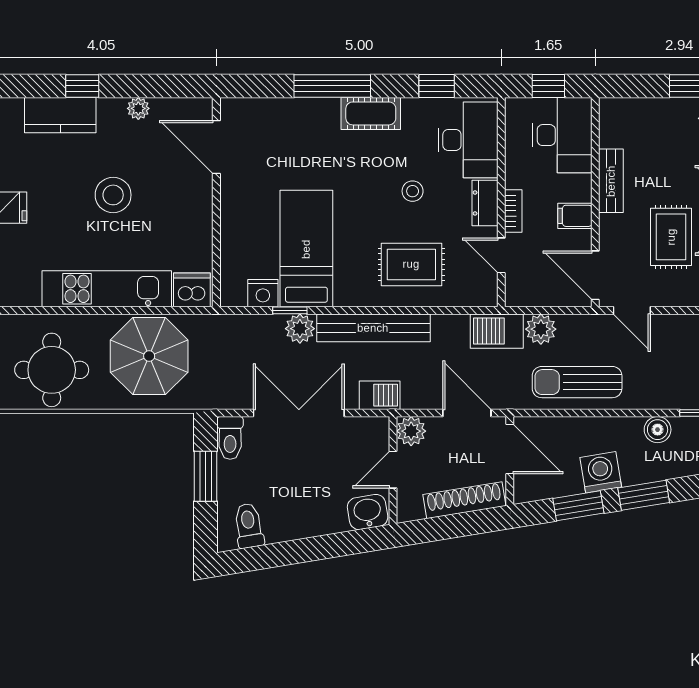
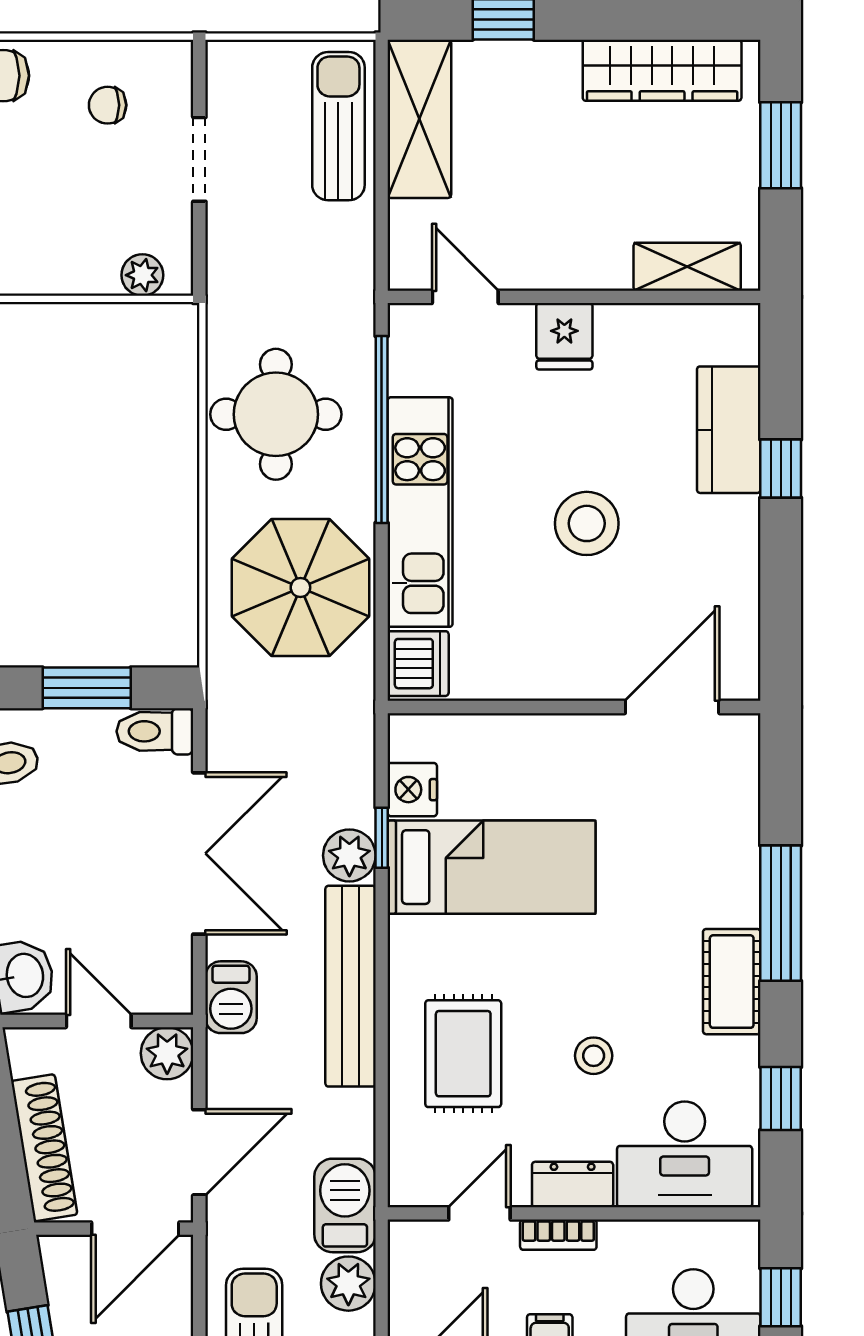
plant: (138, 108) -> (741, 568), removed
window: (60, 310) -> (382, 430), added

